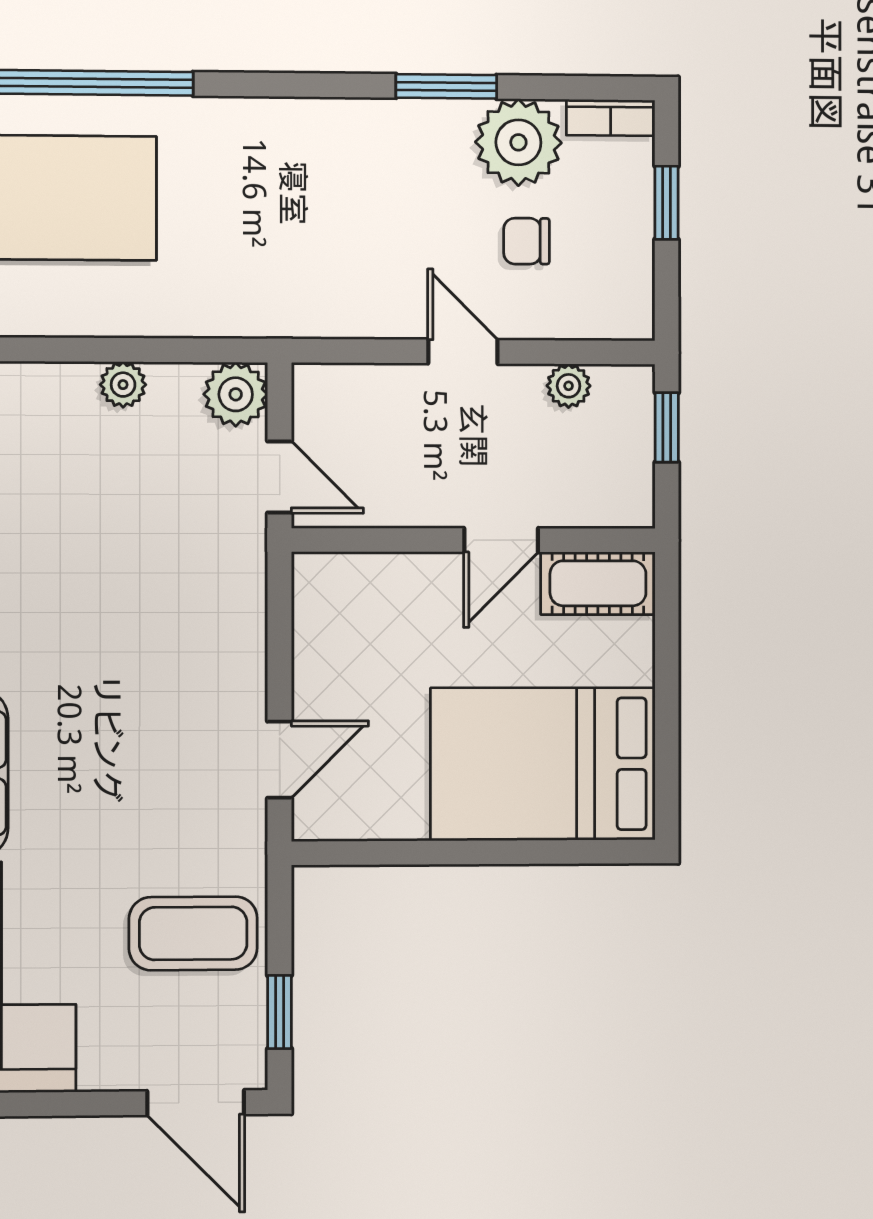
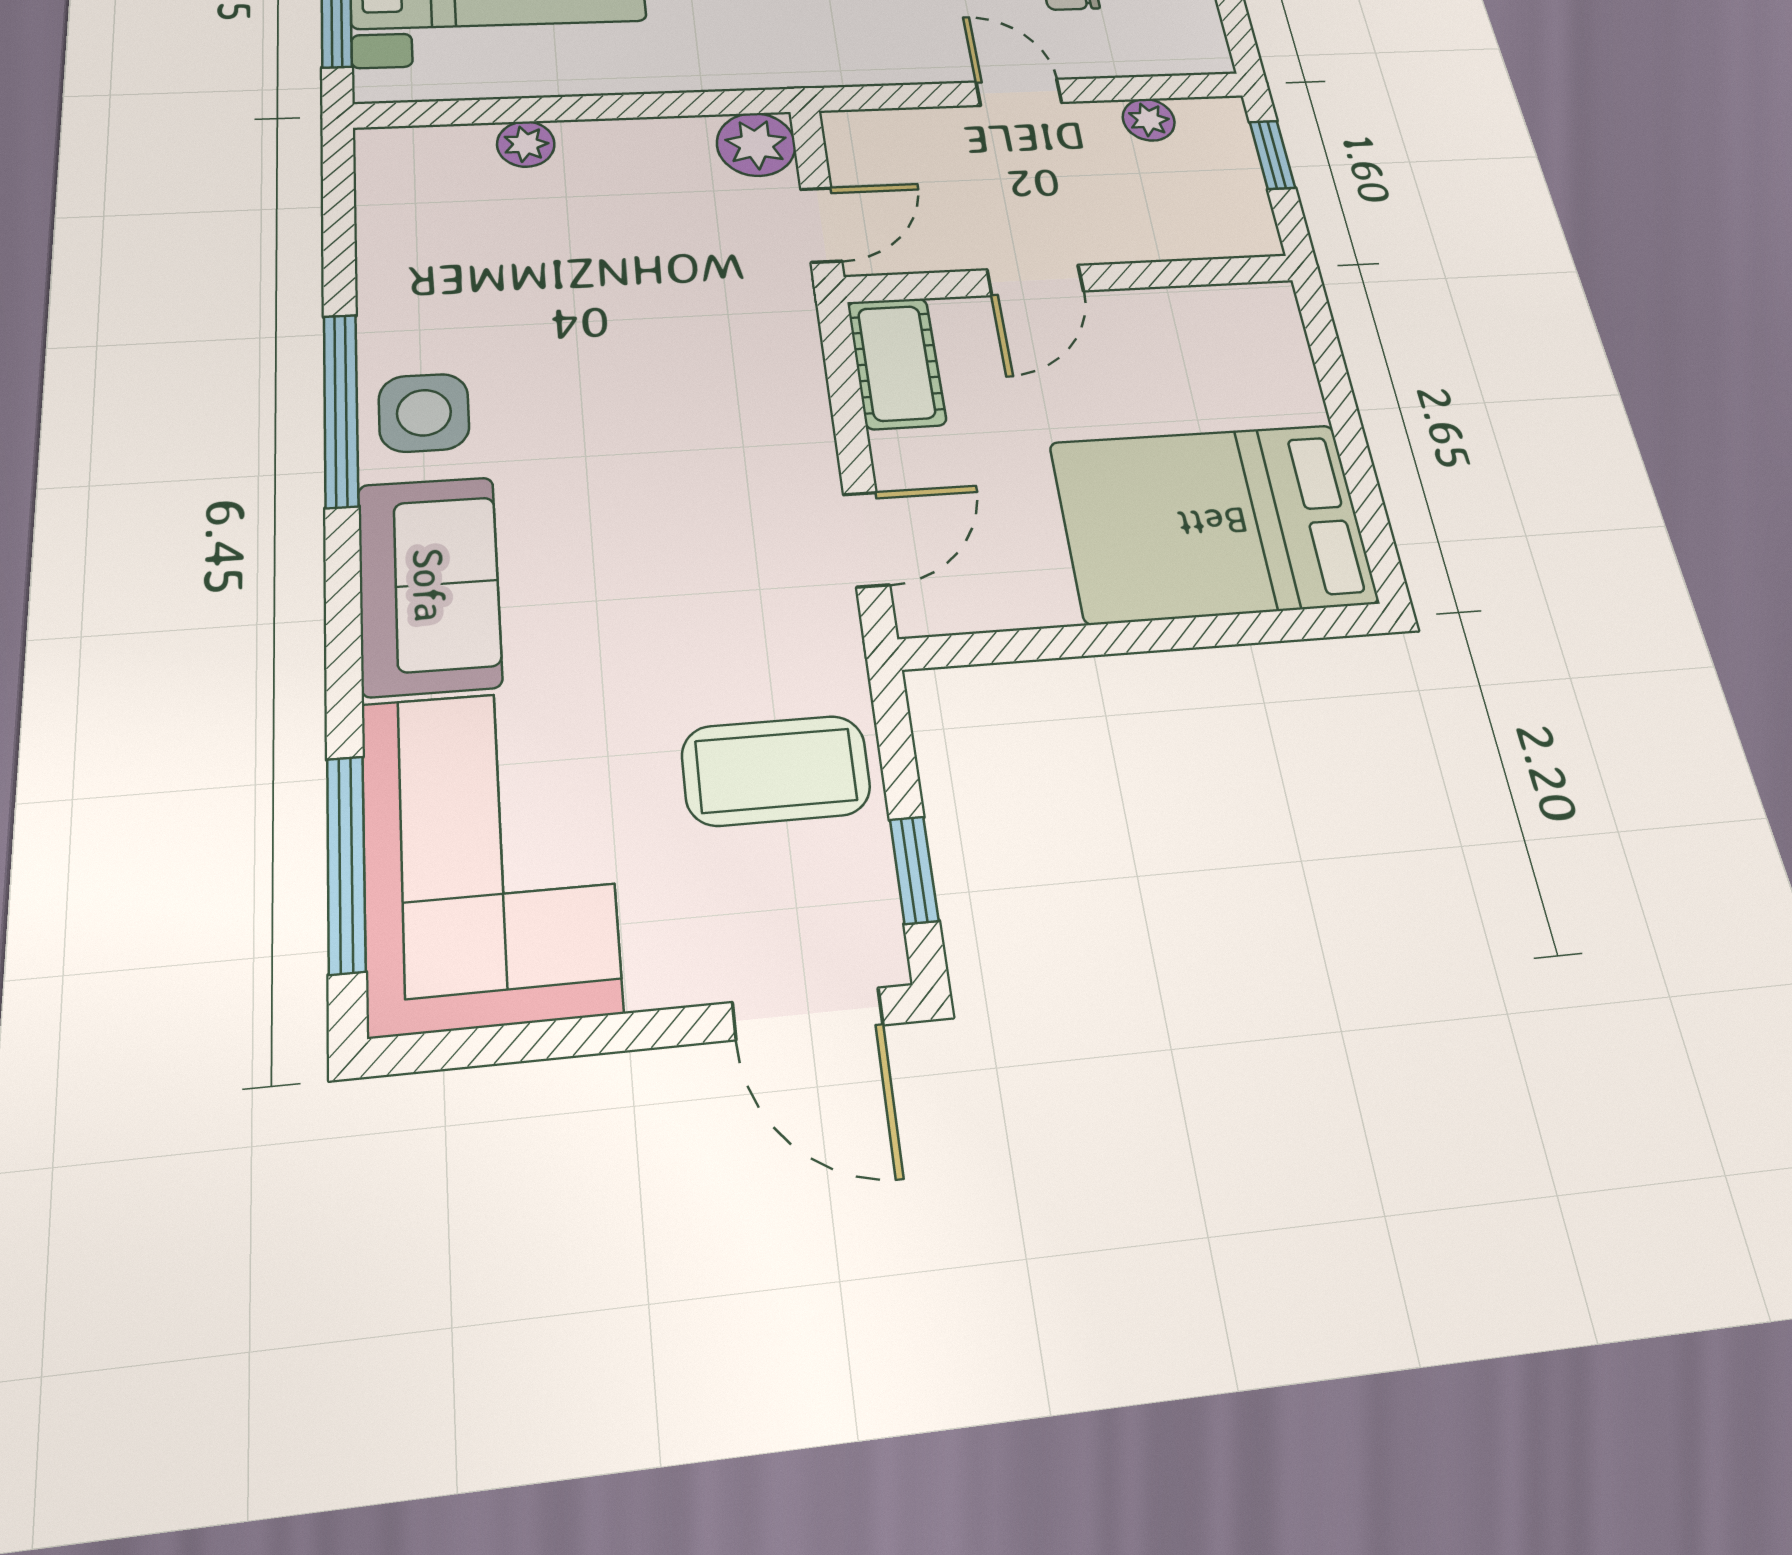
plant: (123, 385) -> (526, 144), moved
door: (280, 477) -> (821, 225), hinge flipped
door: (501, 540) -> (1035, 280), moved
cot: (598, 583) -> (897, 363), moved, turned 90

